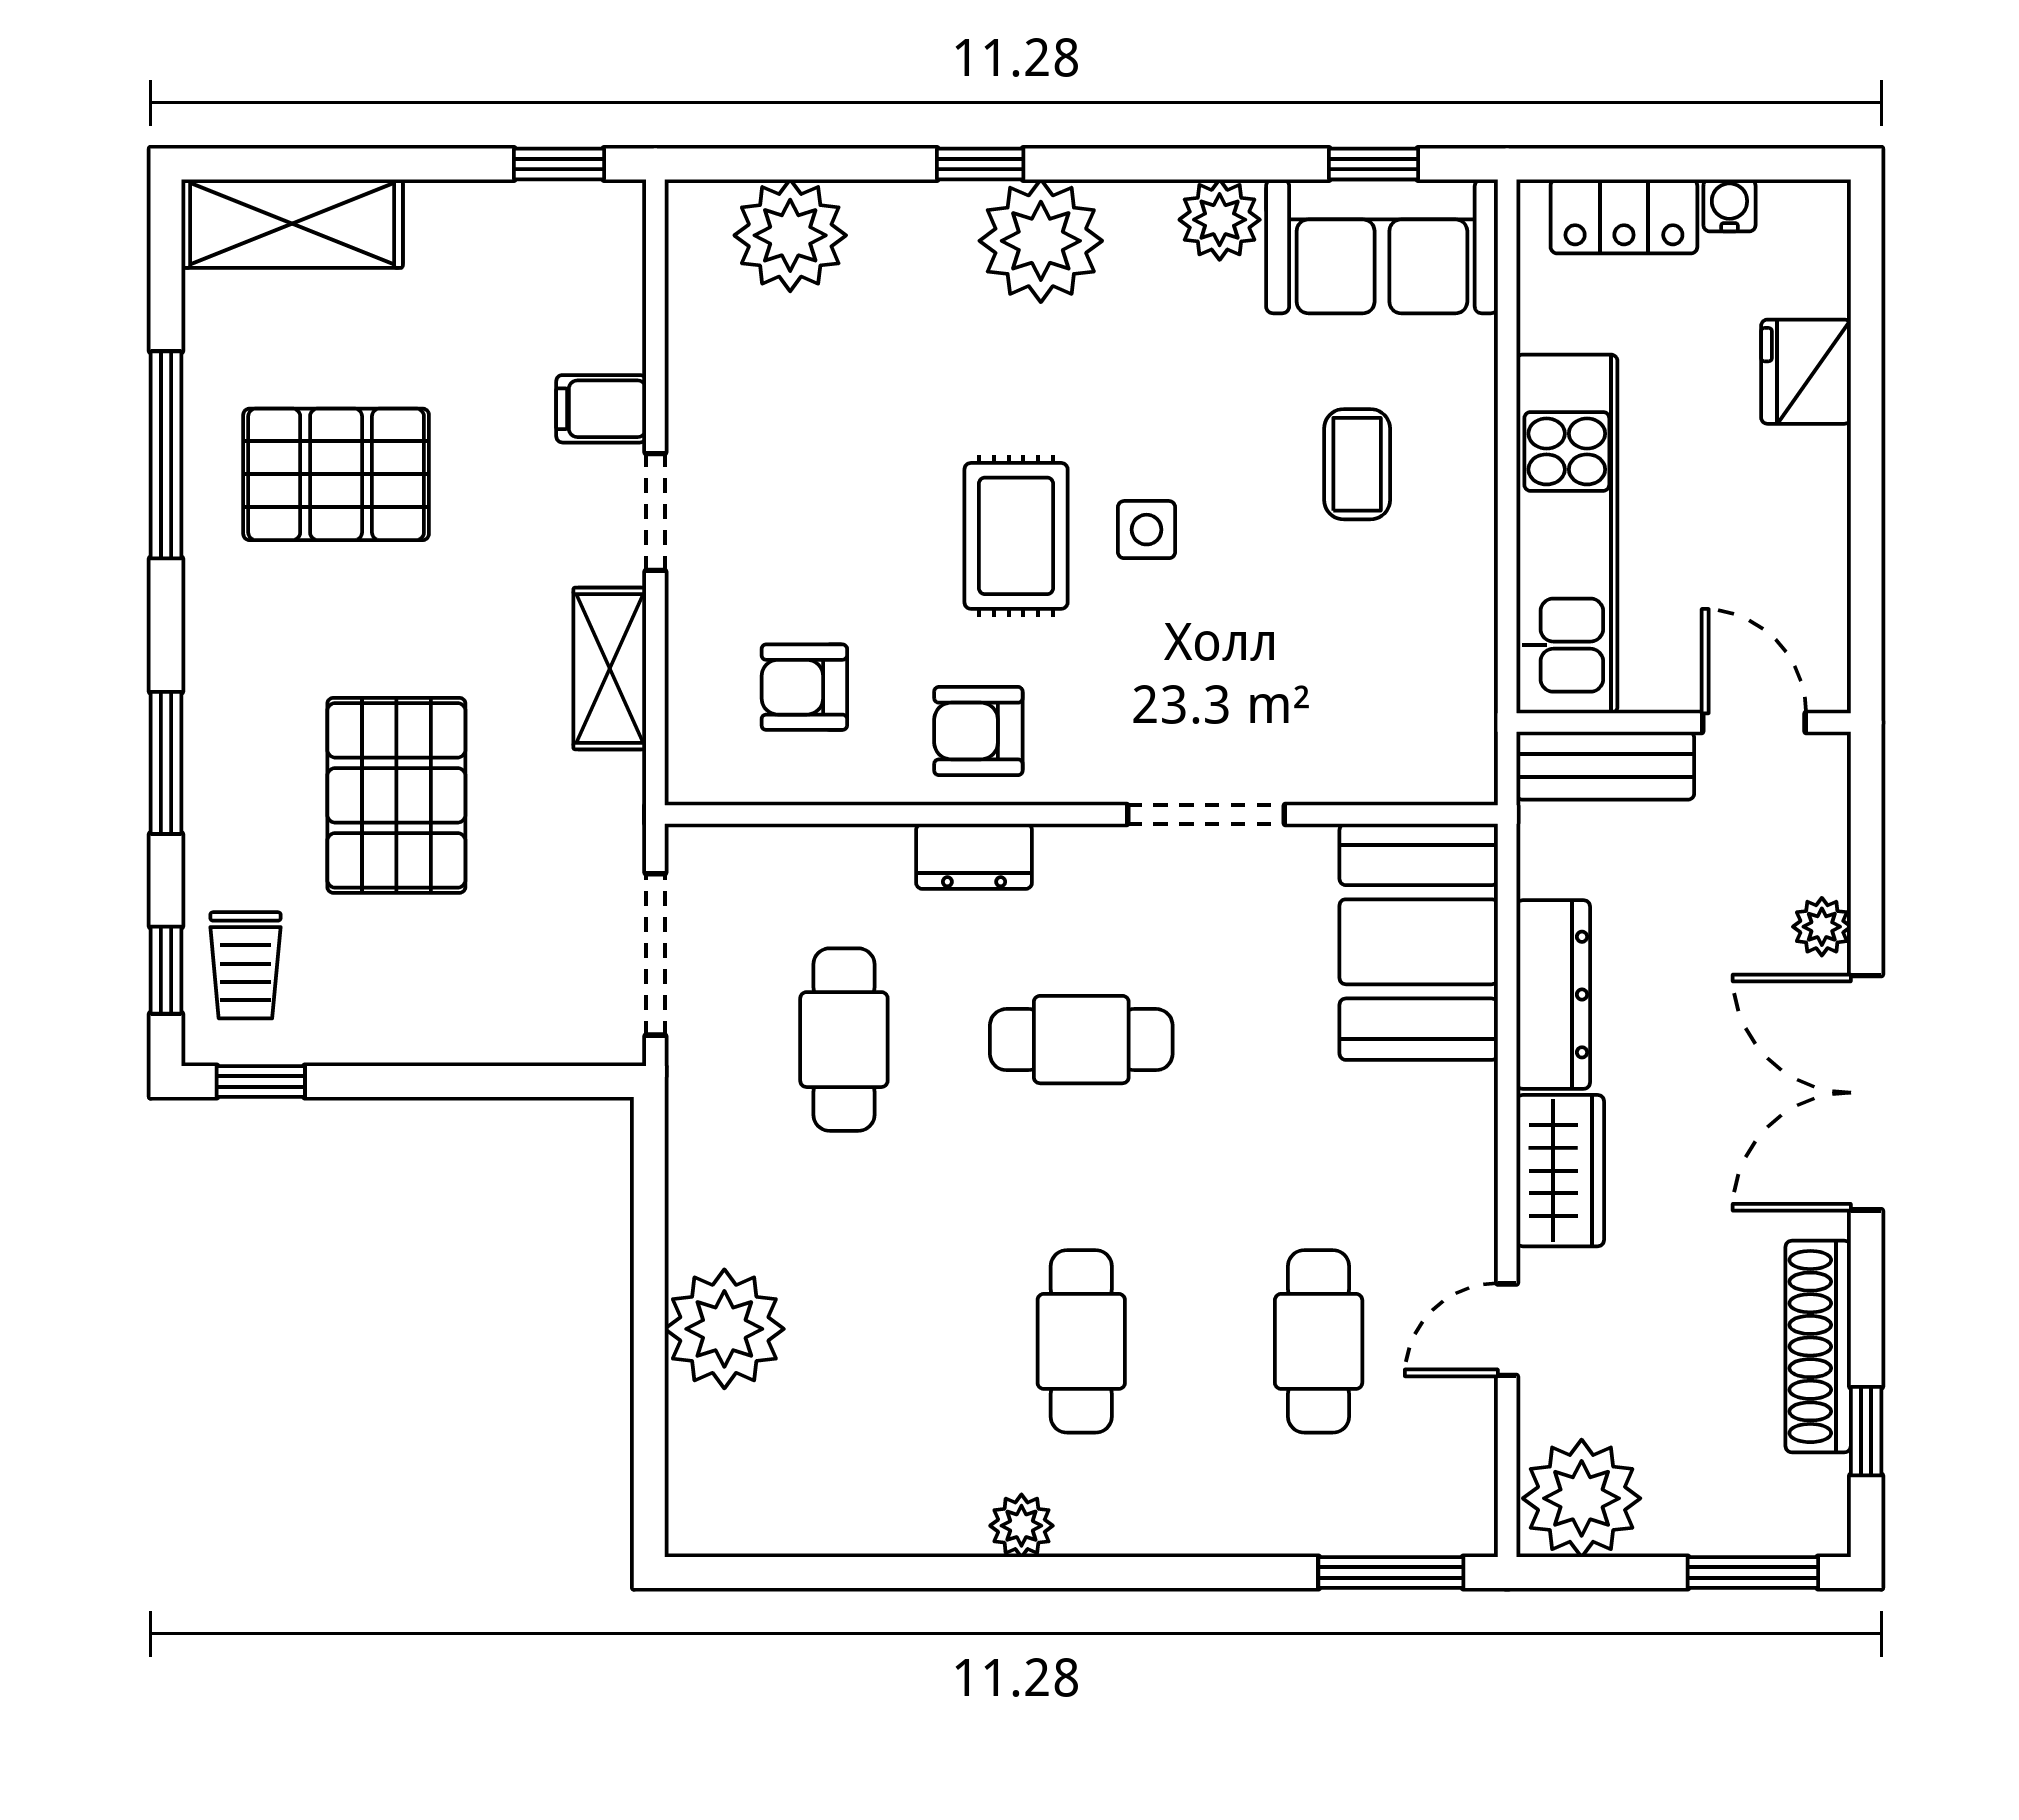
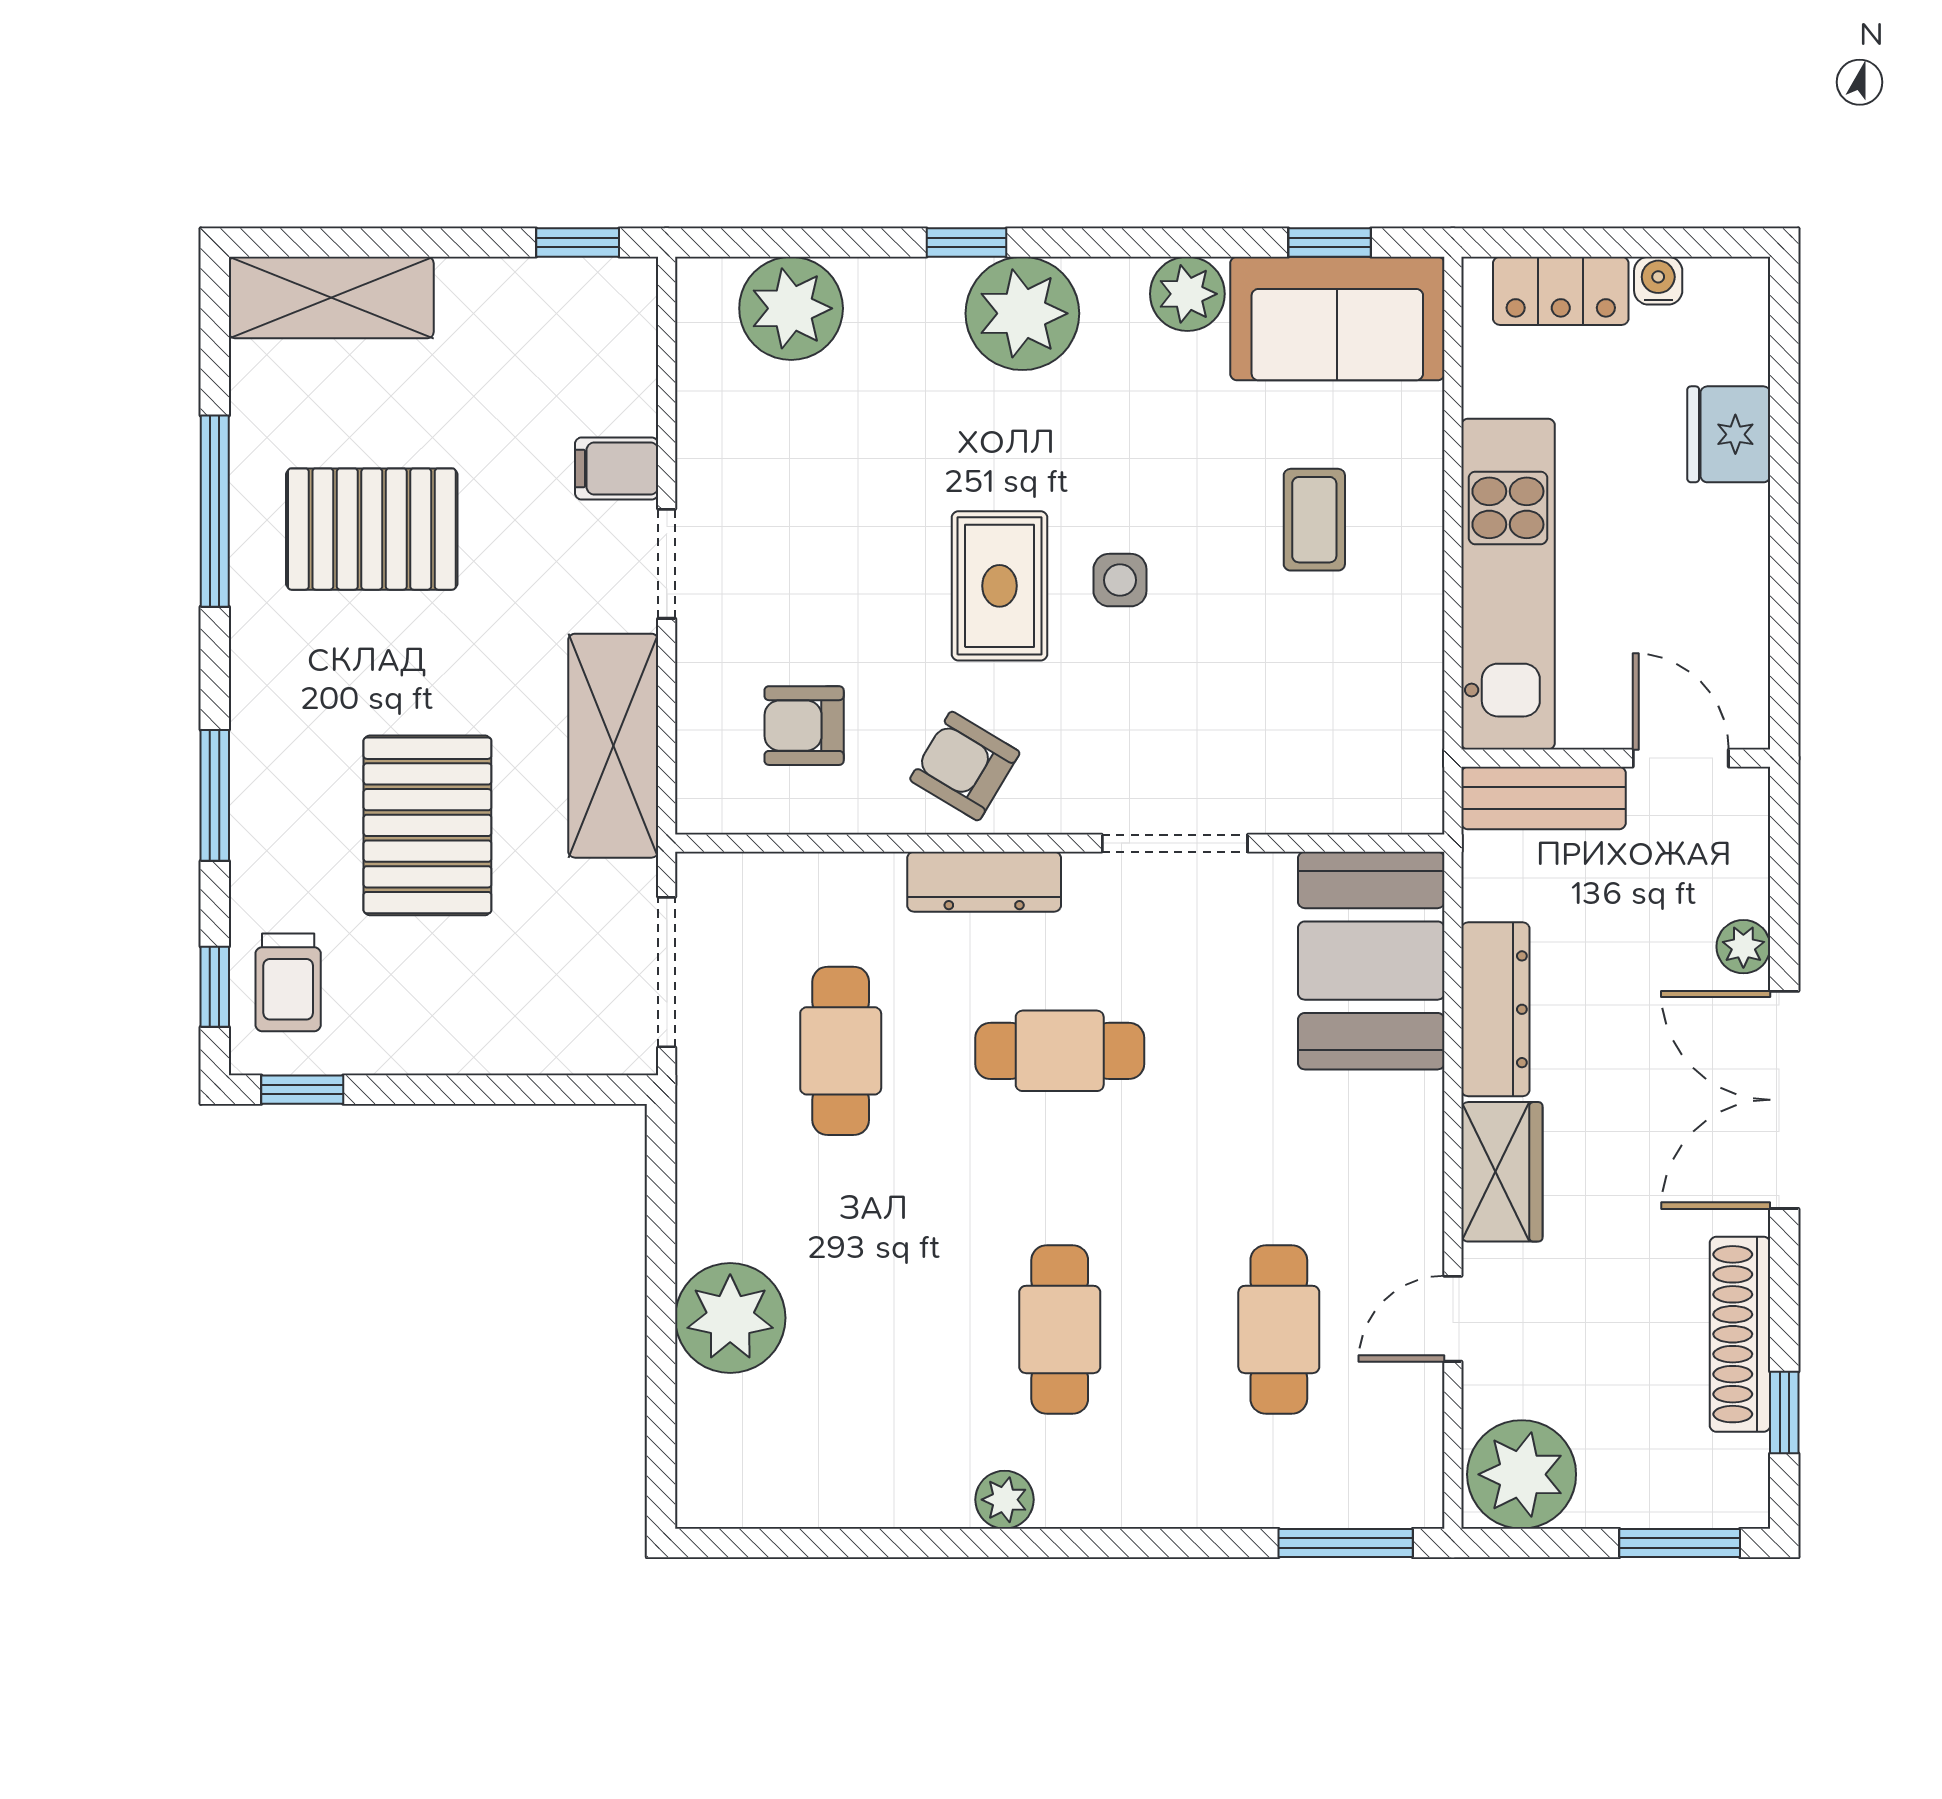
shelving: (610, 668) -> (613, 746), width x1.50, depth x1.33
armchair: (978, 731) -> (965, 766), turned 31
dresser: (974, 856) -> (984, 882), width x1.44

